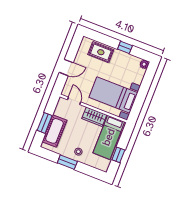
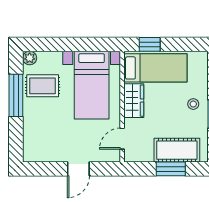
window: (125, 47) -> (16, 95), width x2.17
rug: (101, 52) -> (43, 86), moved, turned 90
door: (66, 68) -> (78, 169), swing flipped
window: (118, 155) -> (150, 44), moved

